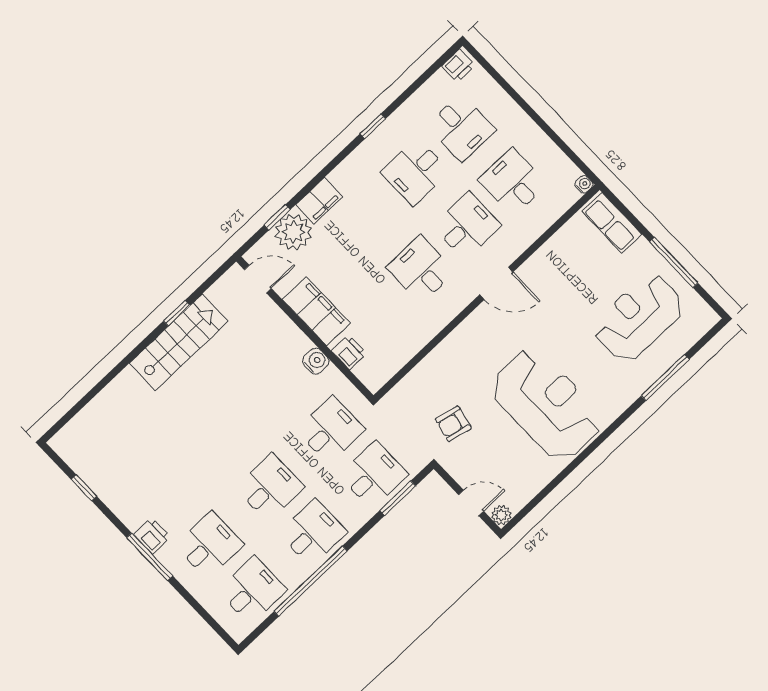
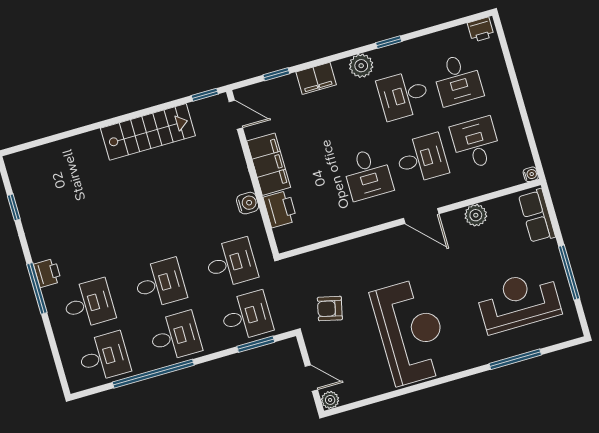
plant: (293, 232) -> (361, 66), moved, width x0.73, depth x0.73
plant: (550, 254) -> (476, 215), added
desk: (421, 269) -> (368, 174), turned 180
window: (177, 313) -> (205, 95), moved
printer: (349, 352) -> (280, 209), width x1.36, depth x1.24

